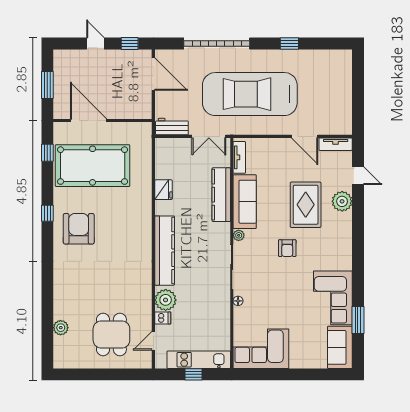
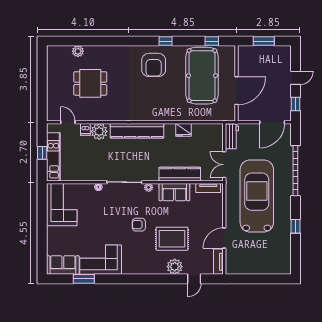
door: (89, 120) -> (237, 91), moved
sofa: (245, 202) -> (174, 192), width x0.73
armchair: (79, 229) -> (154, 65), turned 90
dining table: (111, 334) -> (90, 83), moved

